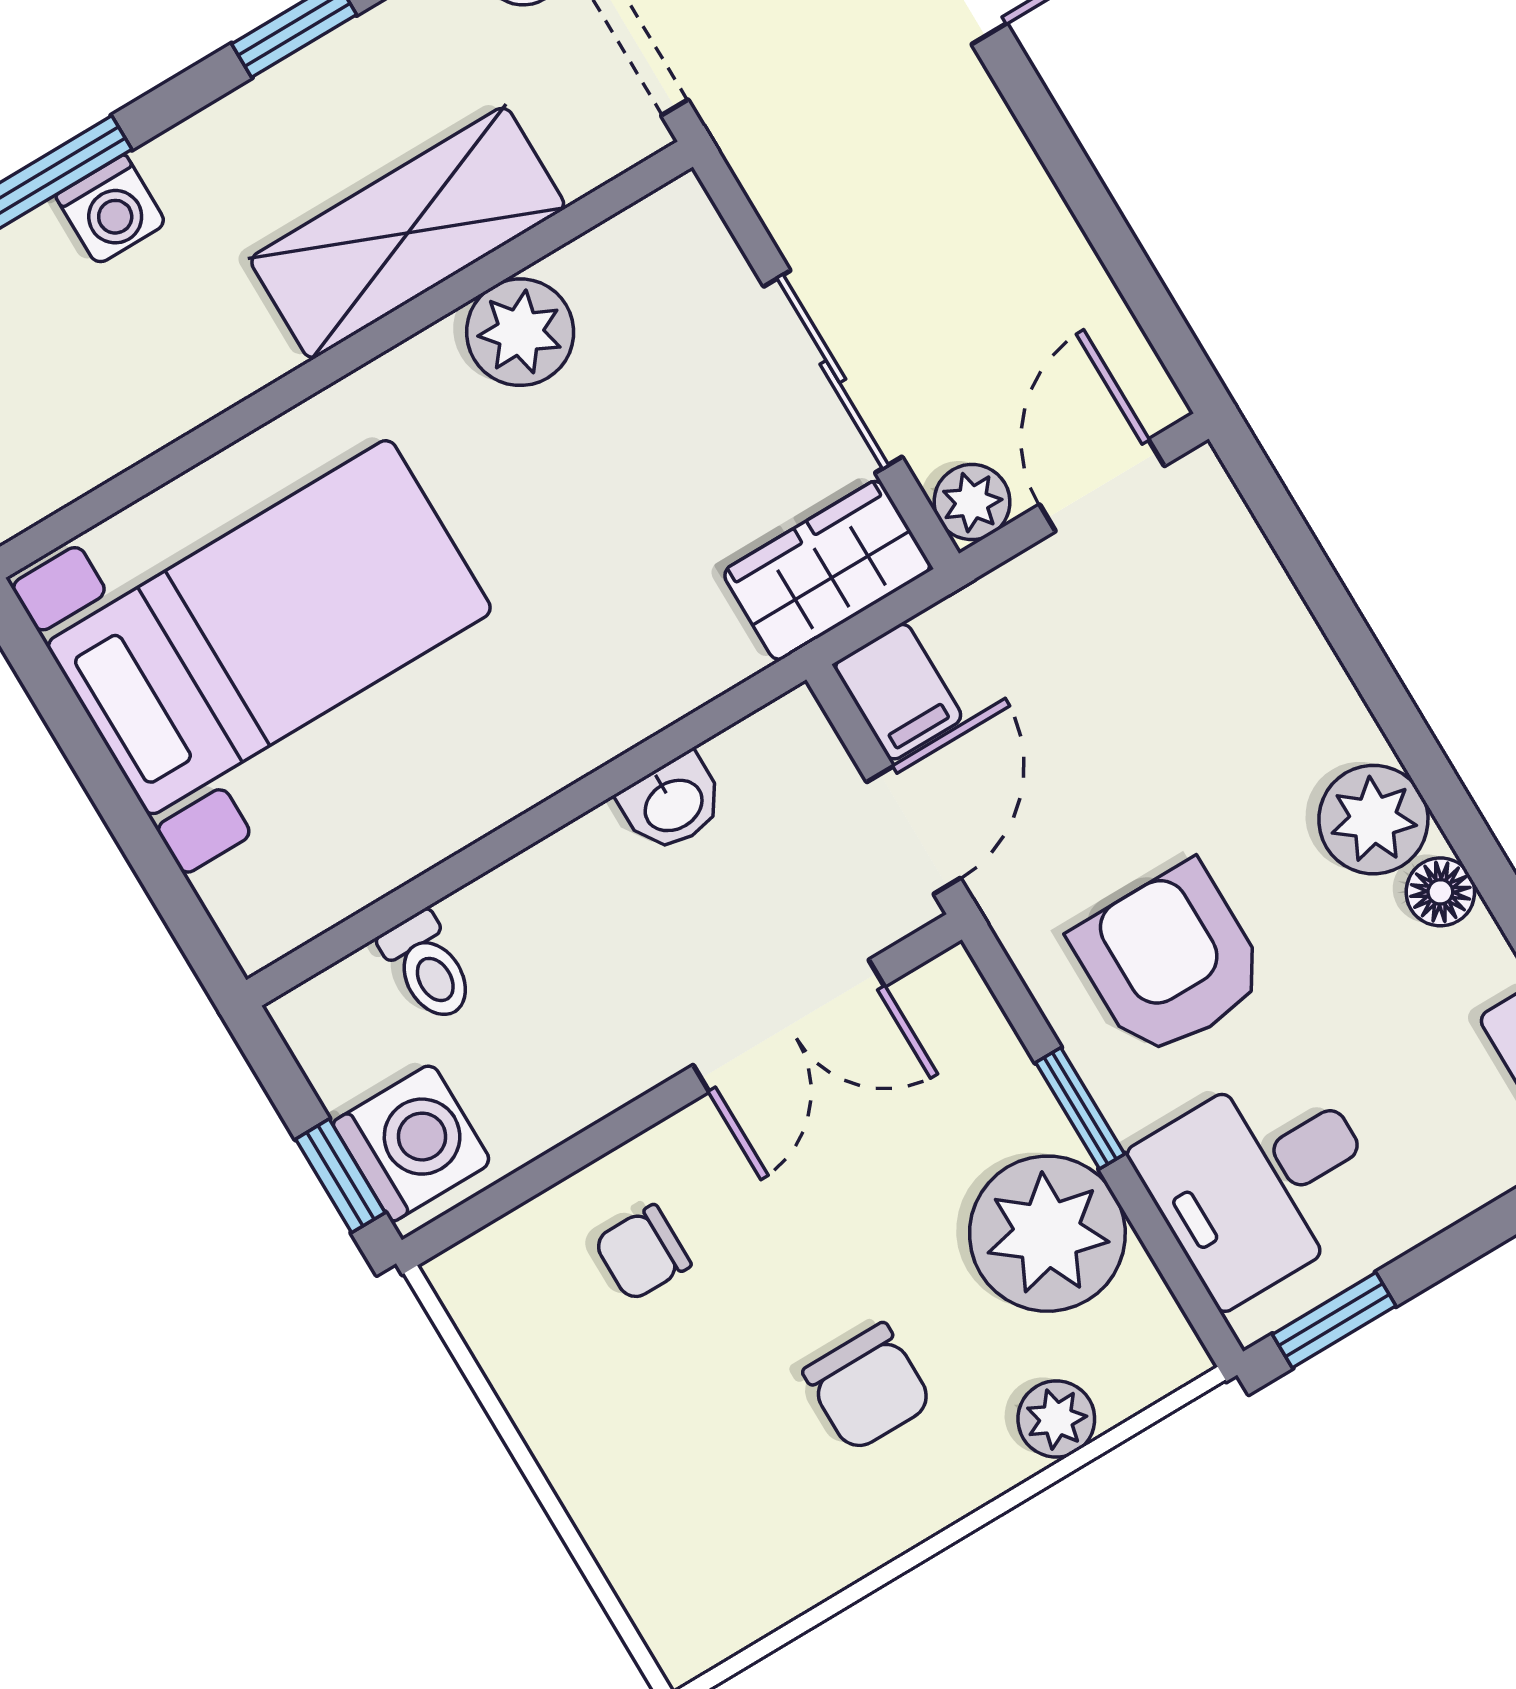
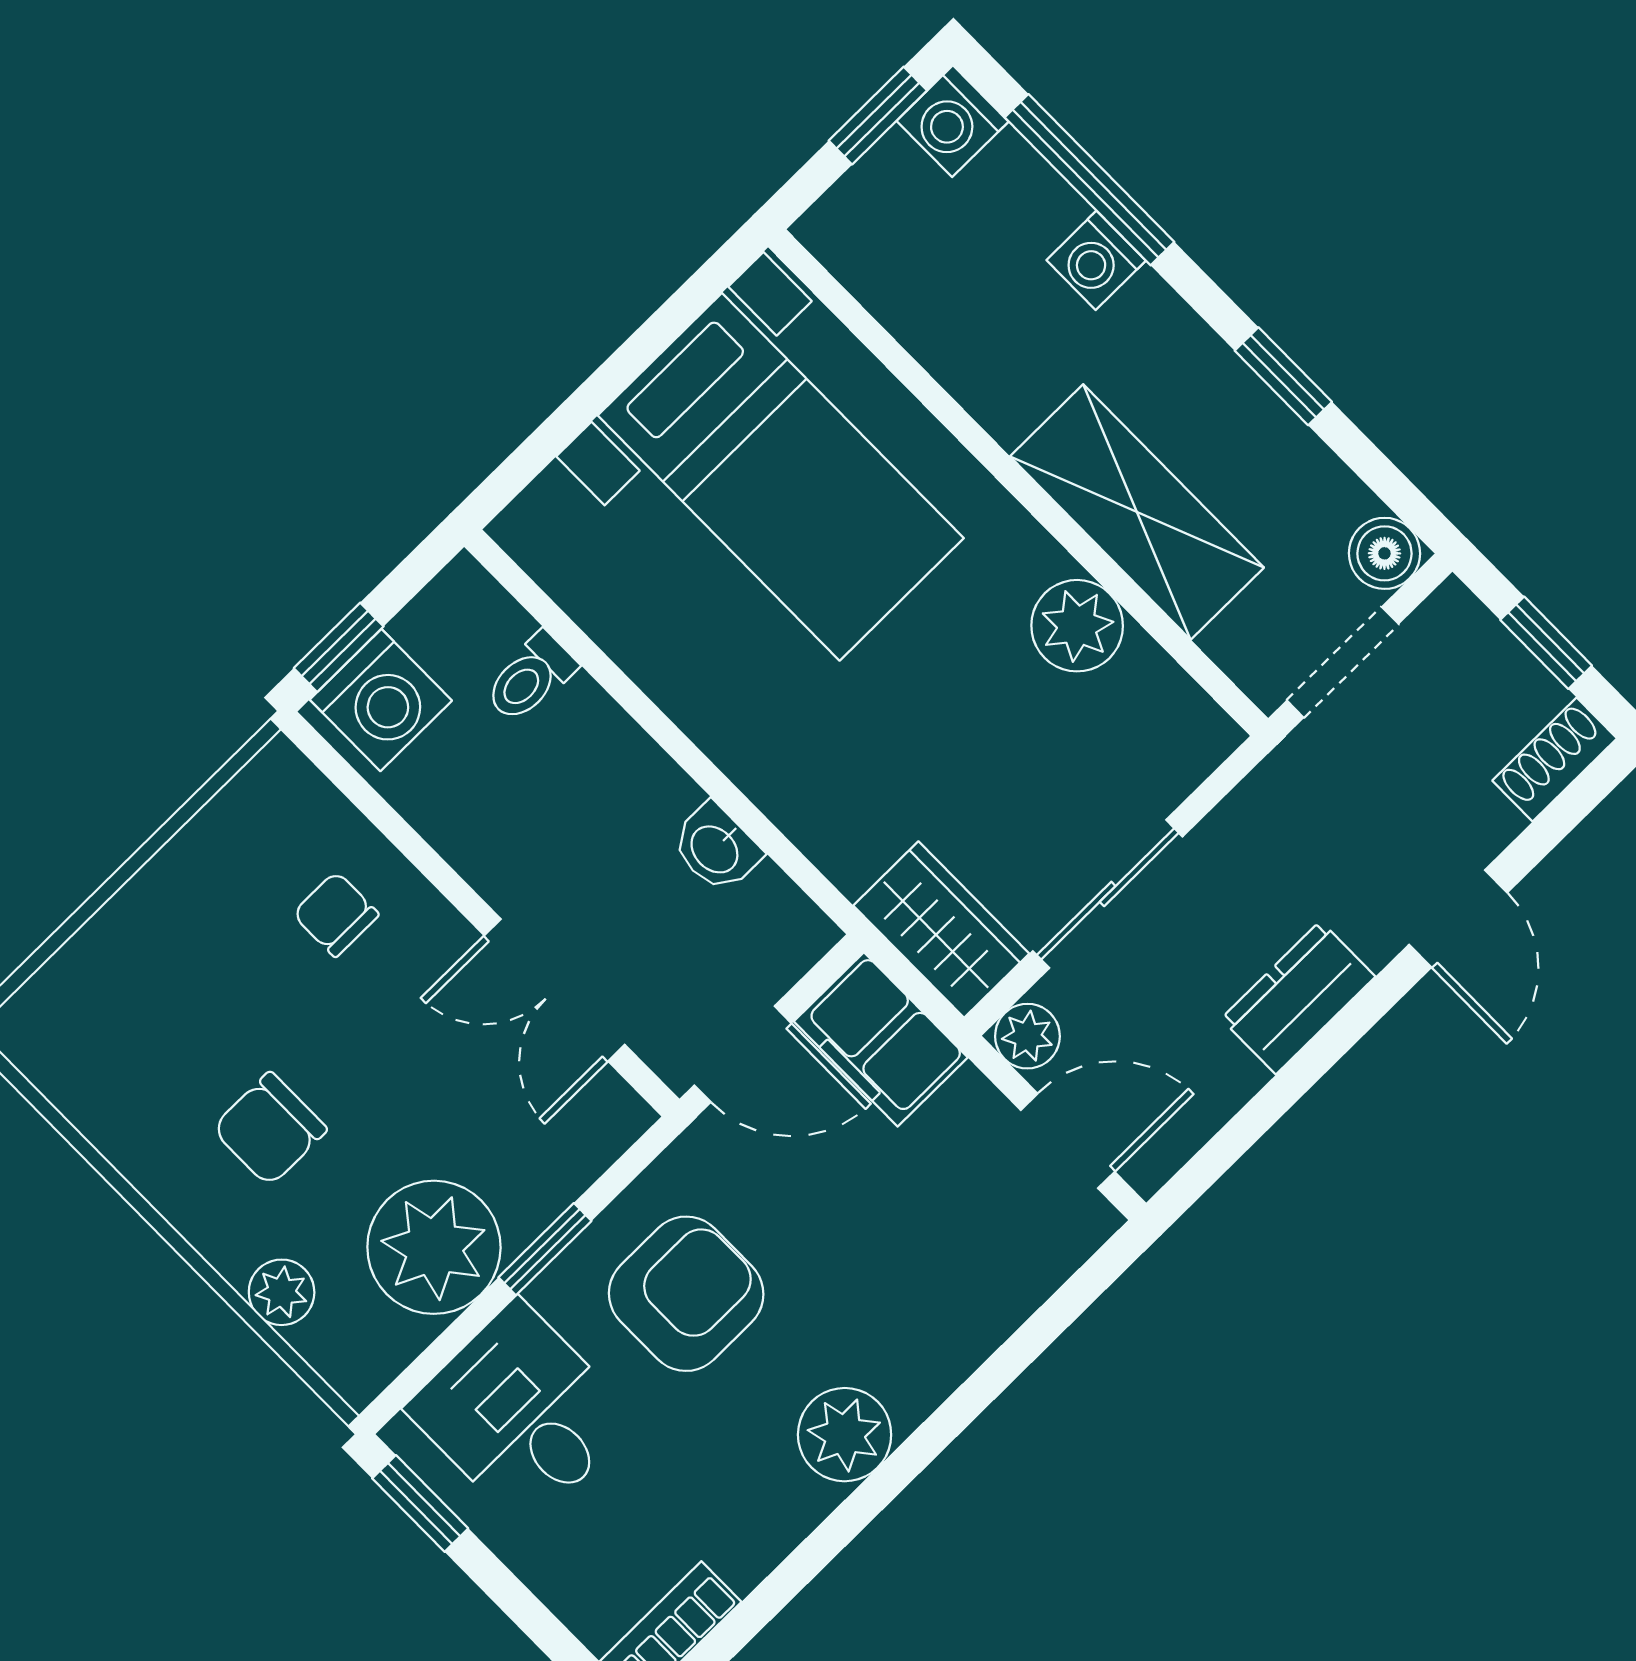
dresser: (1003, 184) -> (1298, 998), added
filing cabinet: (898, 692) -> (881, 1039), width x2.00
floor lamp: (1440, 892) -> (798, 1505), removed

